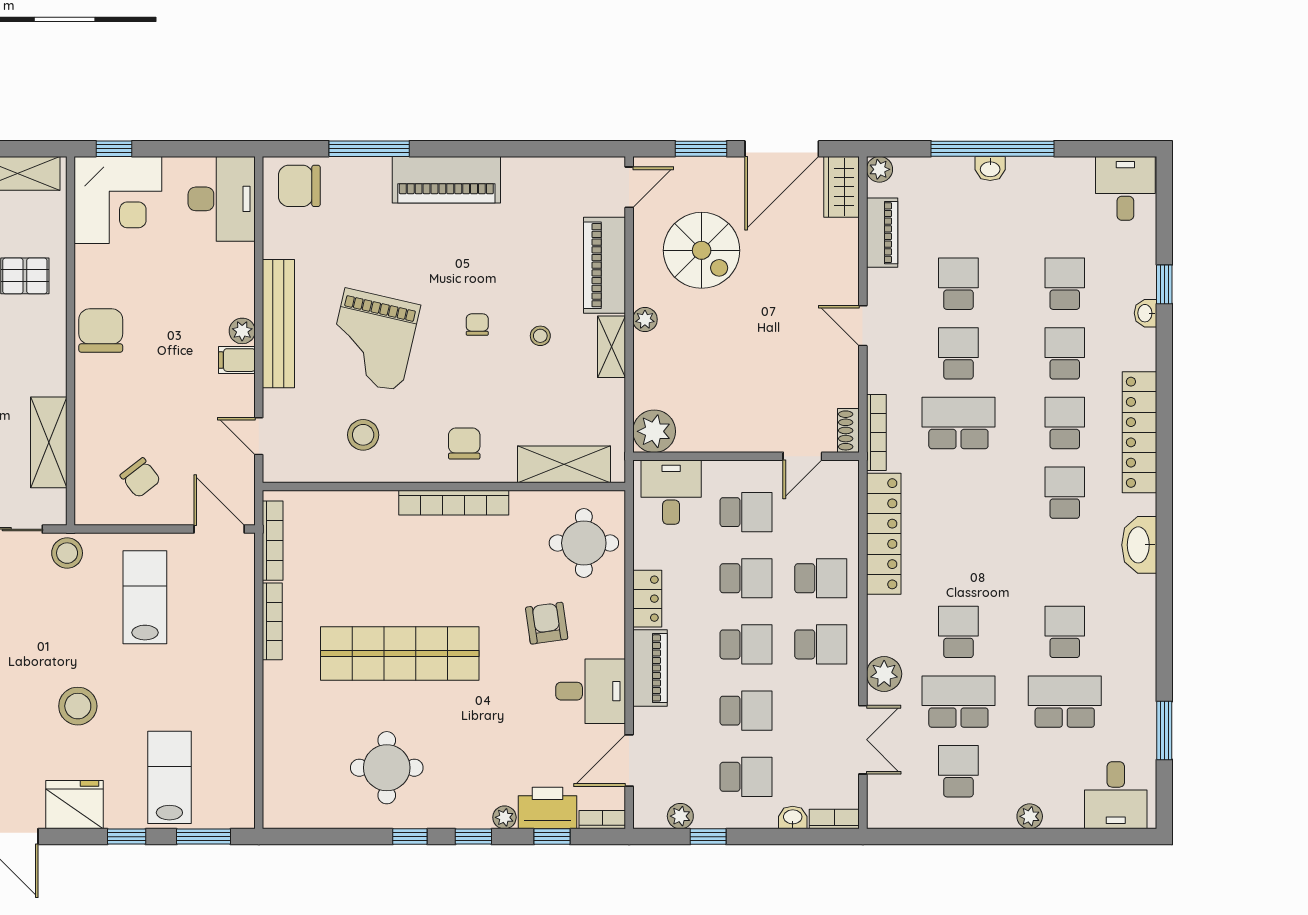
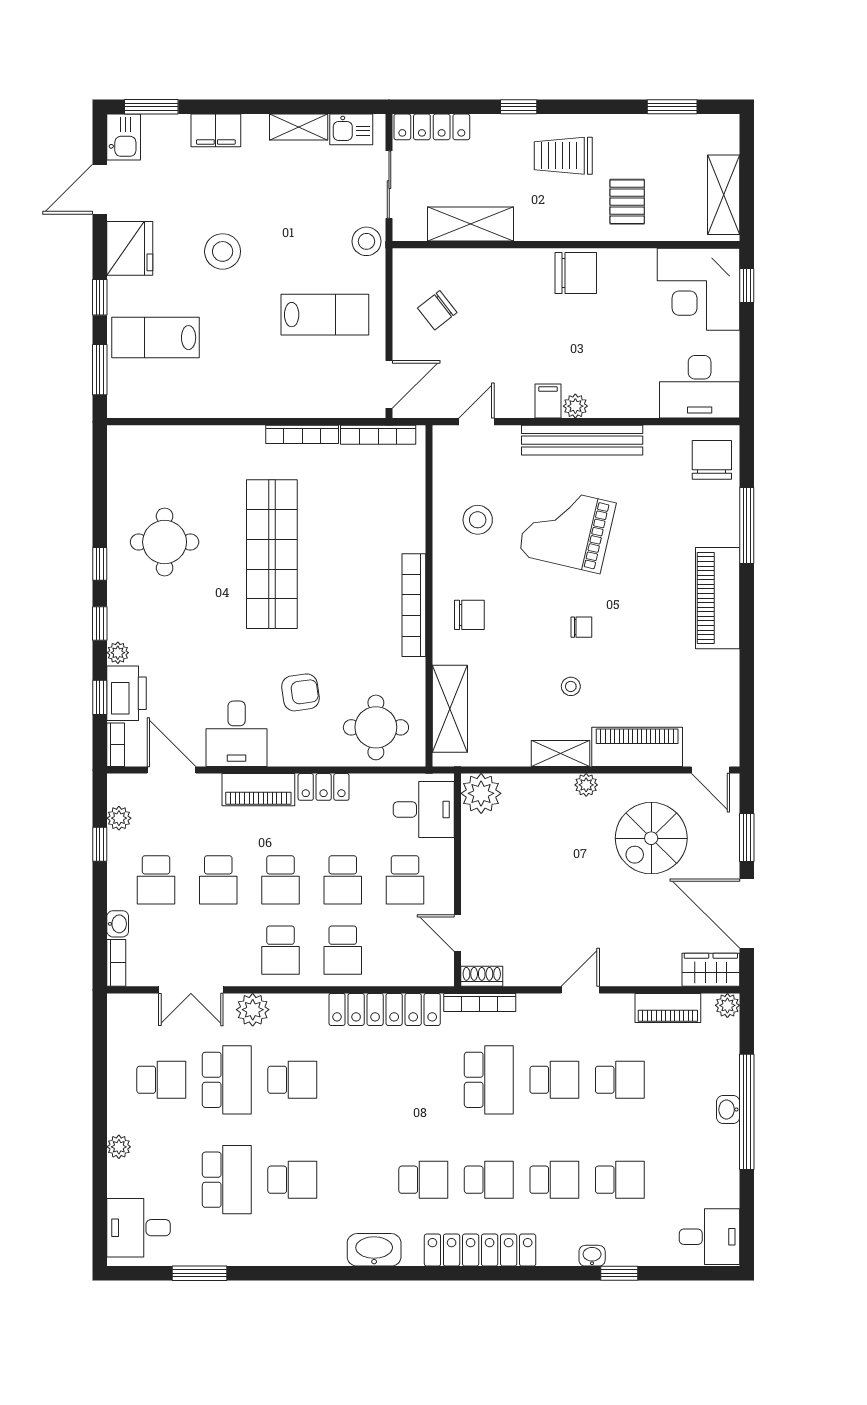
lab bench: (169, 777) -> (155, 338), turned 180

